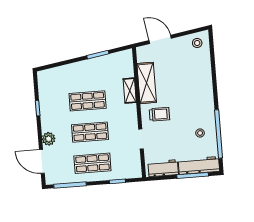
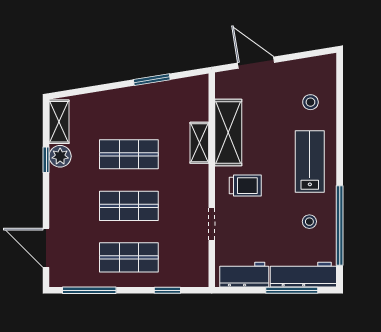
stool: (197, 43) -> (310, 102), moved
shelving: (44, 84) -> (59, 122), added
lab bench: (197, 97) -> (310, 162), added
plant: (49, 139) -> (60, 156), moved

